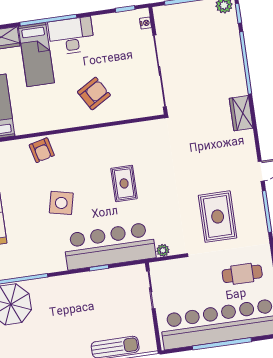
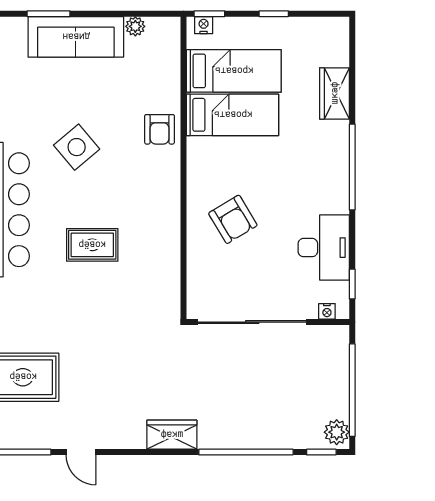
desk: (71, 36) -> (324, 248), moved
bed: (36, 55) -> (233, 115), moved, turned 180
armchair: (42, 150) -> (160, 129), turned -76
side table: (61, 203) -> (77, 147), turned 37

